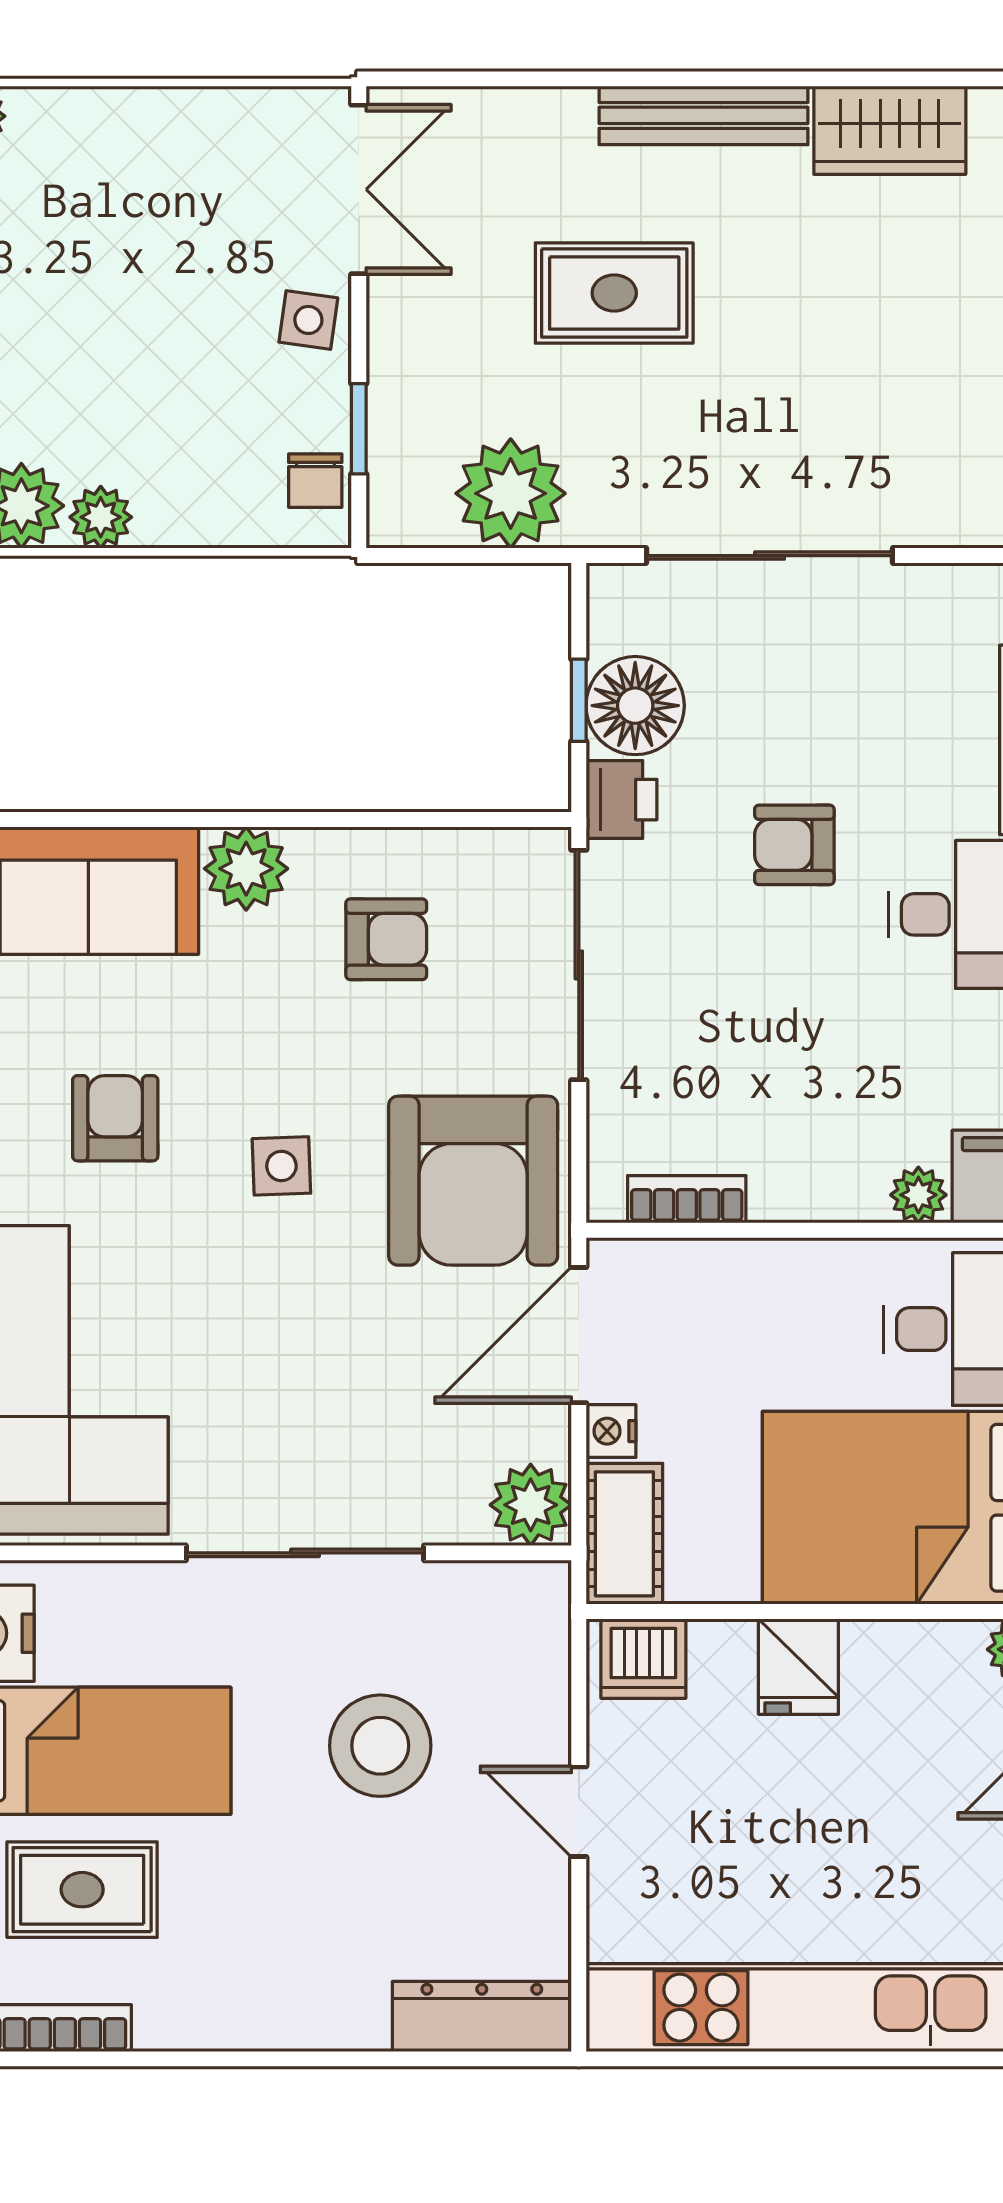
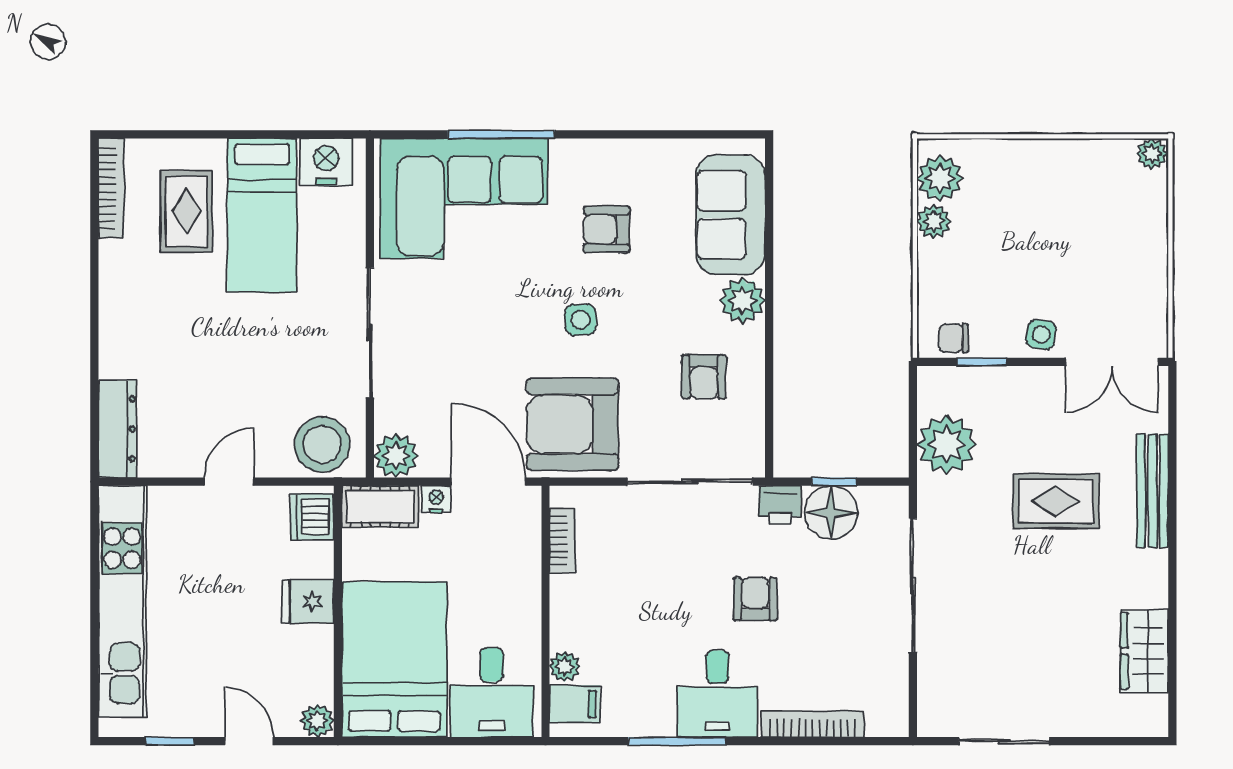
bench: (704, 115) -> (1152, 491), moved
rug: (614, 293) -> (1056, 501), turned 90
armchair: (115, 1118) -> (606, 229), turned 180
stool: (380, 1746) -> (322, 444), moved

